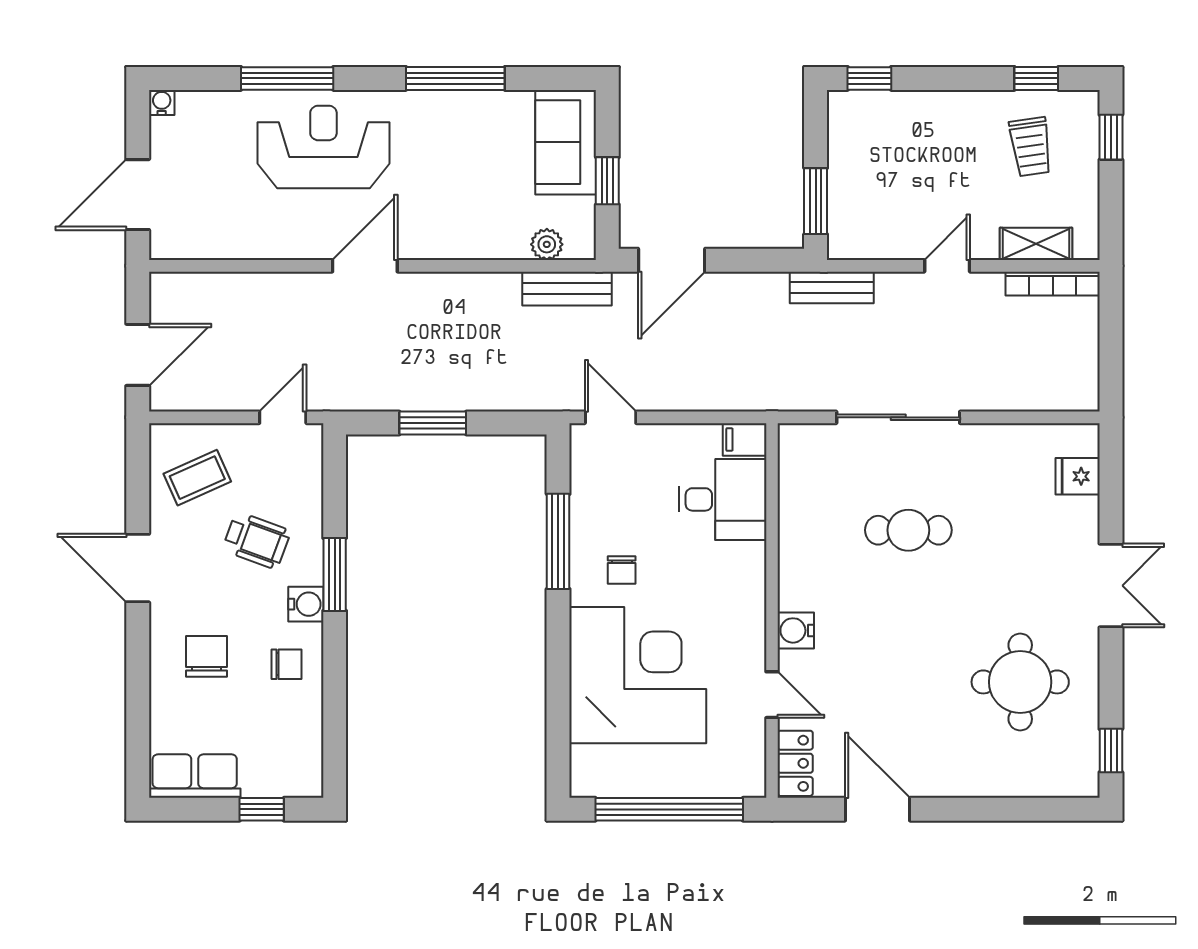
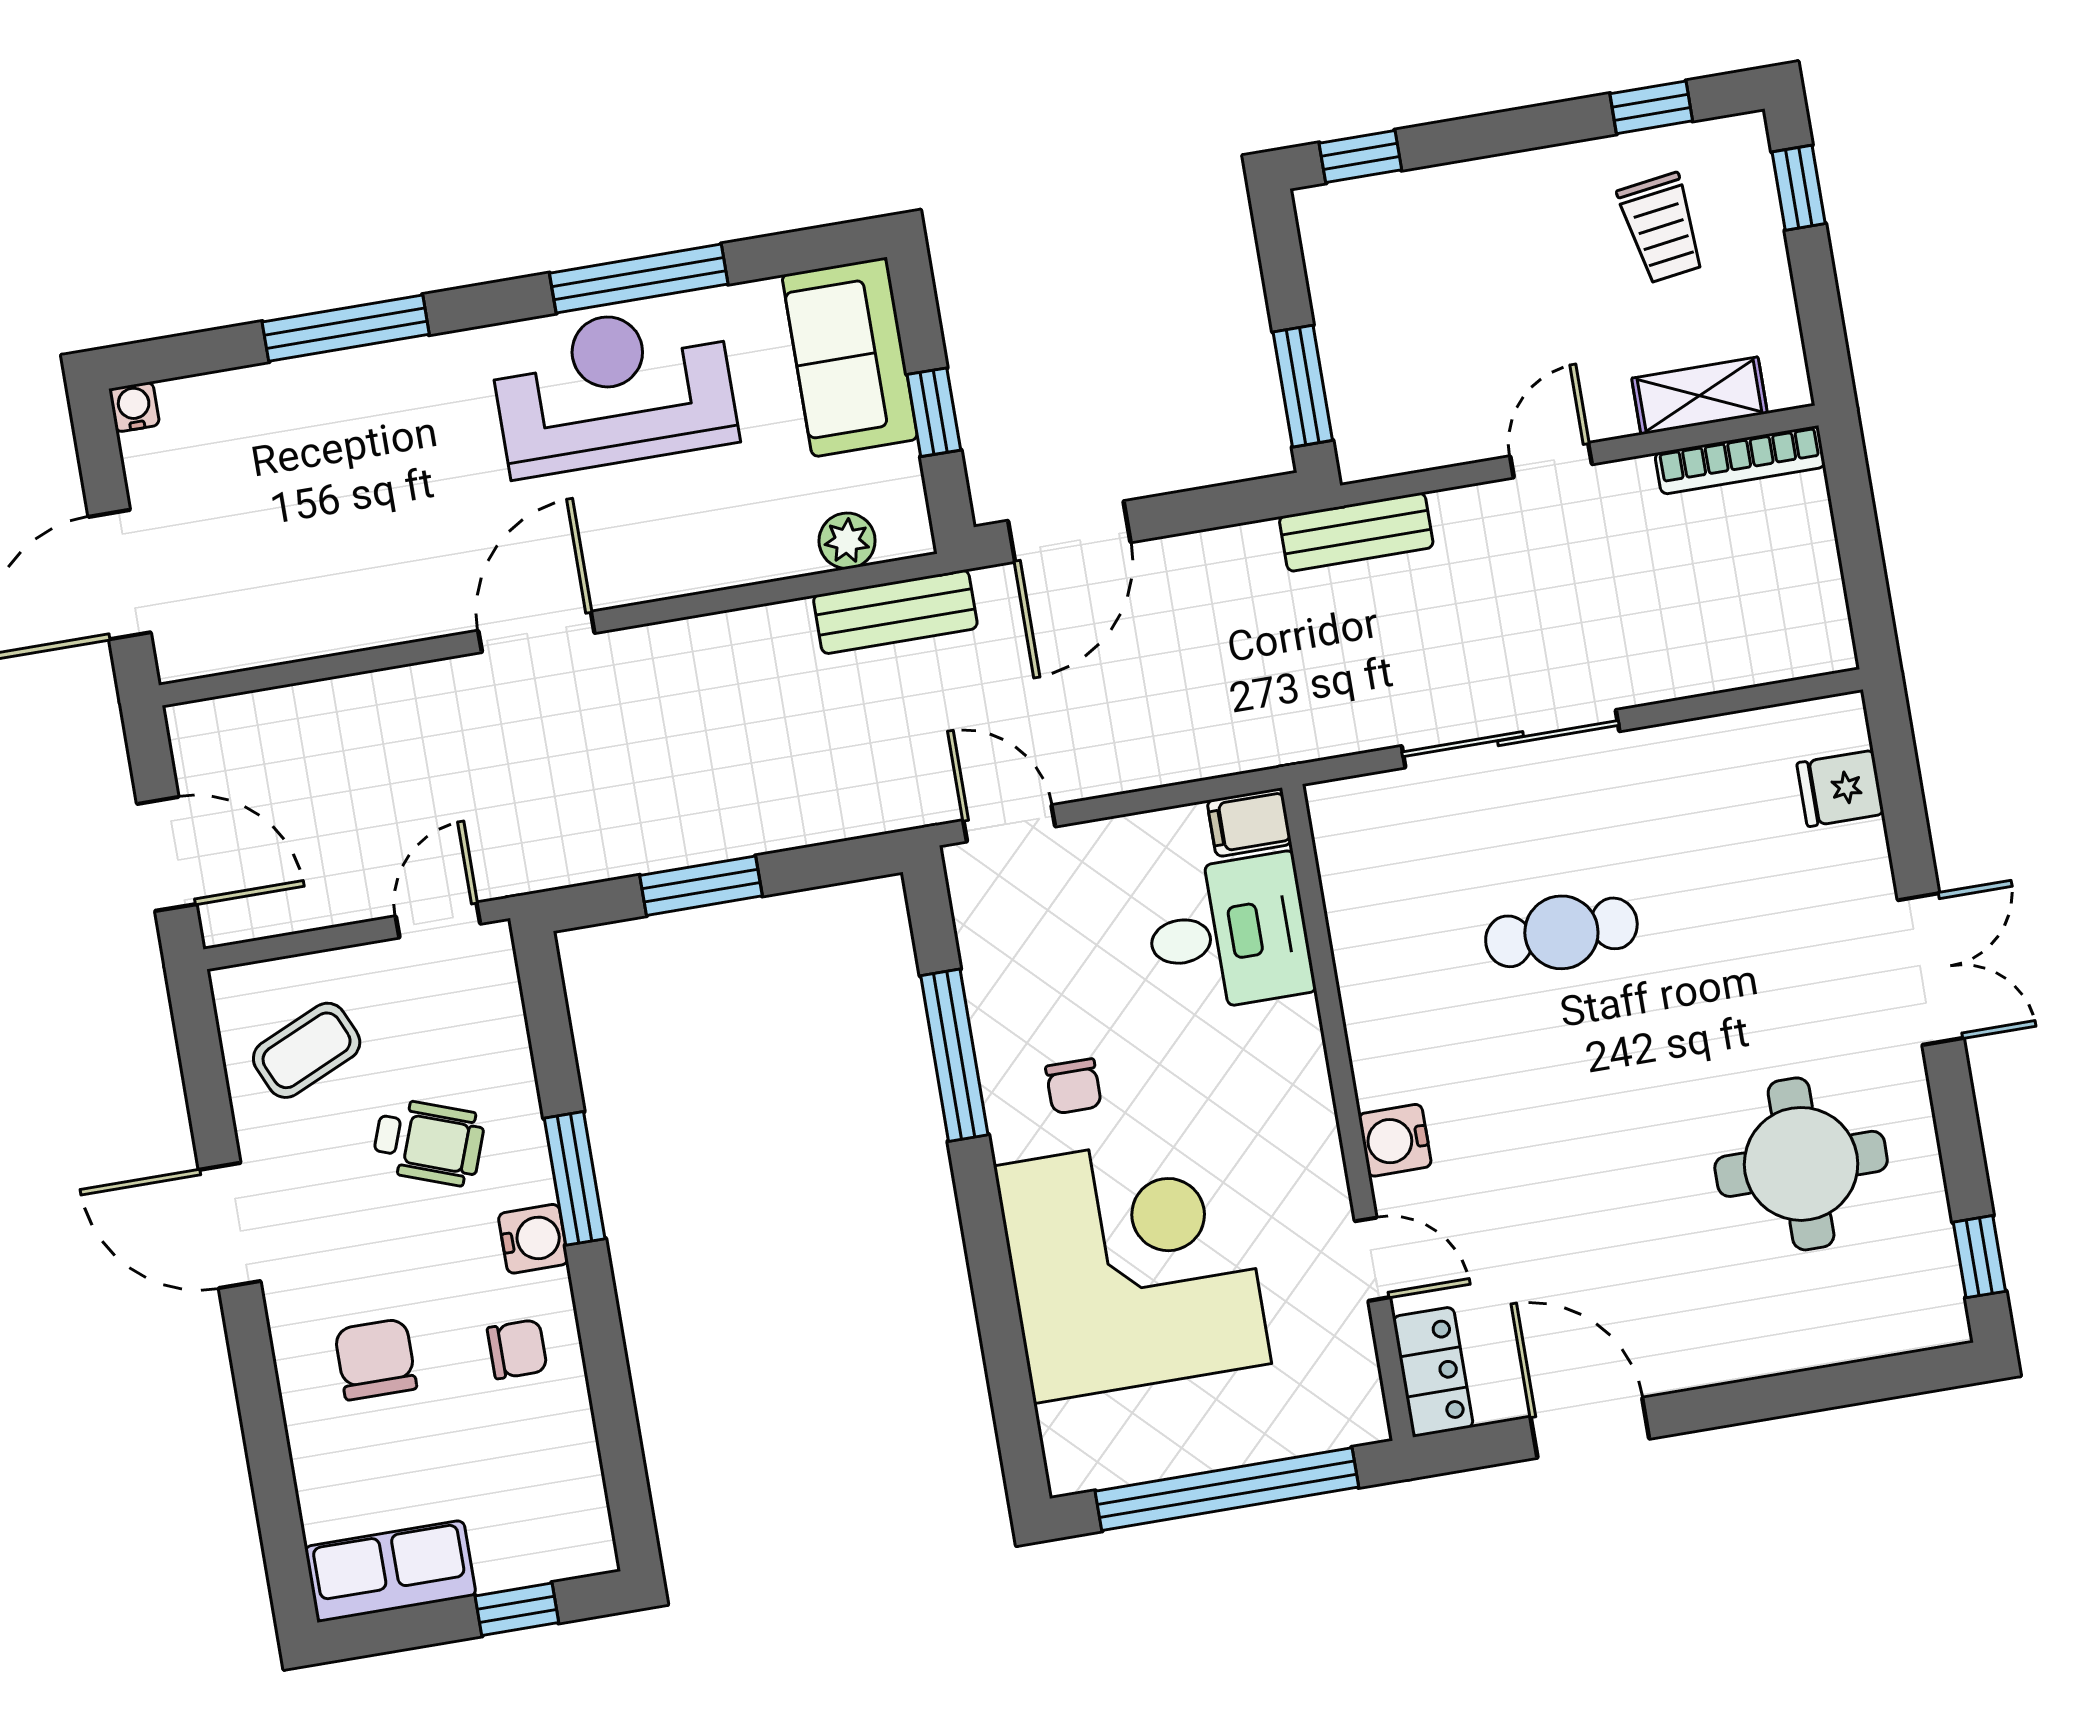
reception desk: (323, 147) -> (614, 389), moved
door: (138, 355) -> (167, 854), hinge flipped

